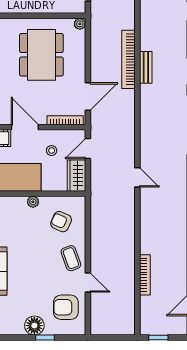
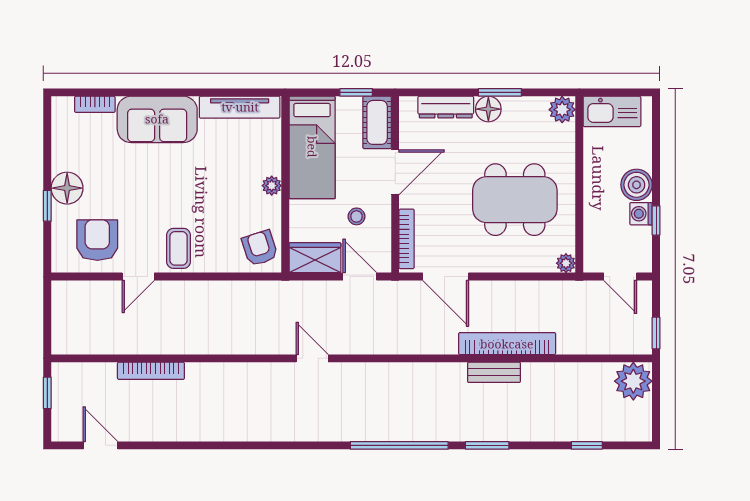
door: (137, 177) -> (312, 358), swing flipped
armchair: (61, 222) -> (260, 248), moved, turned -42
coffee table: (71, 258) -> (179, 248), turned -70

